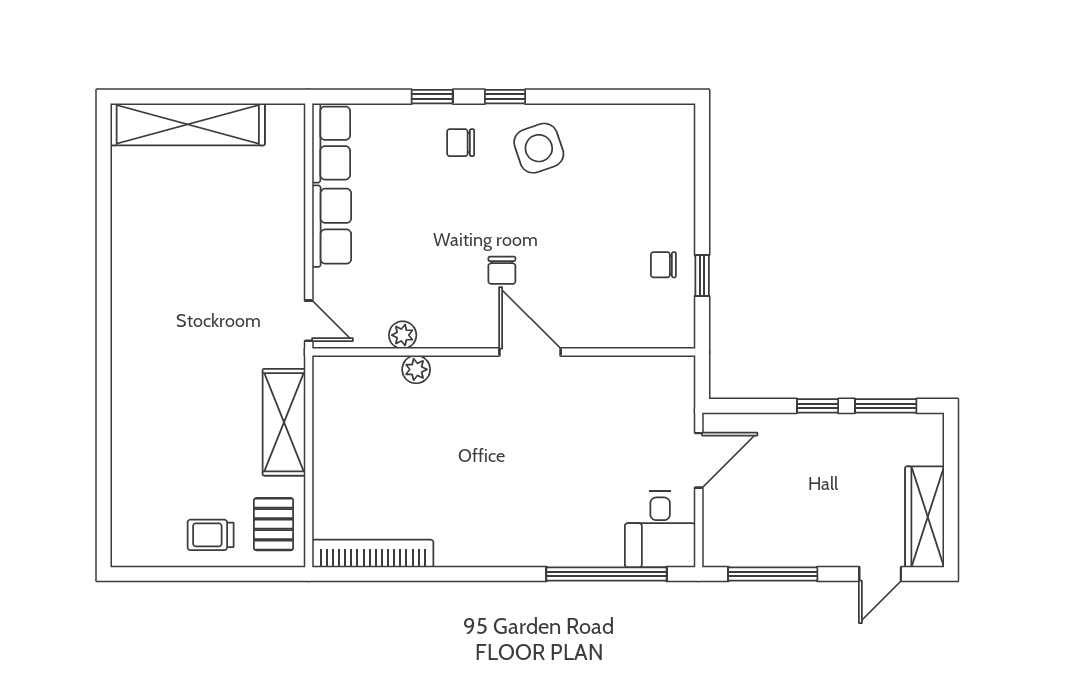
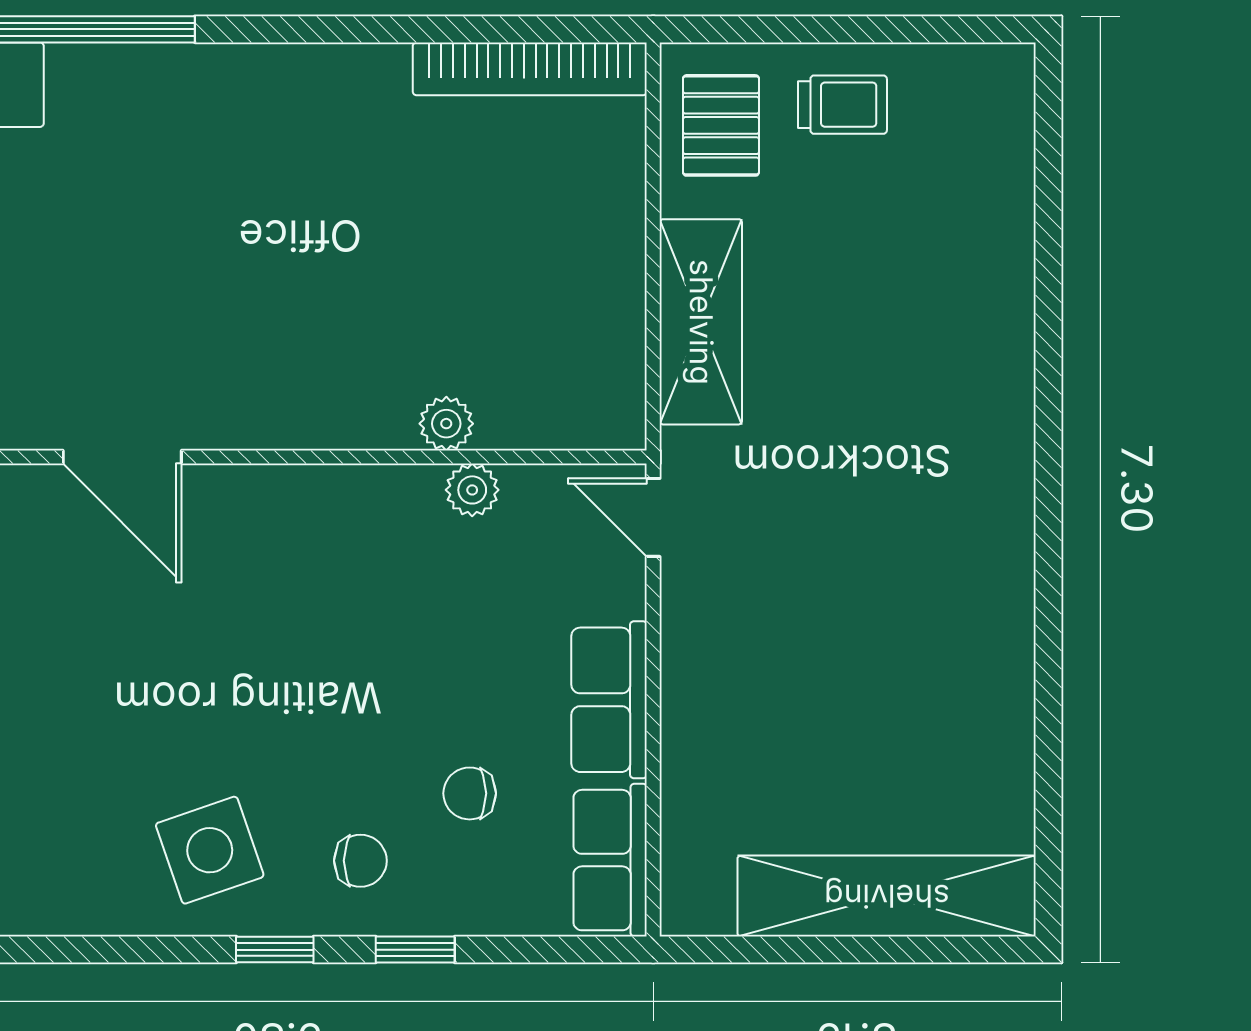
chair: (502, 270) -> (470, 793), moved, turned -90
door: (530, 352) -> (122, 457), moved

